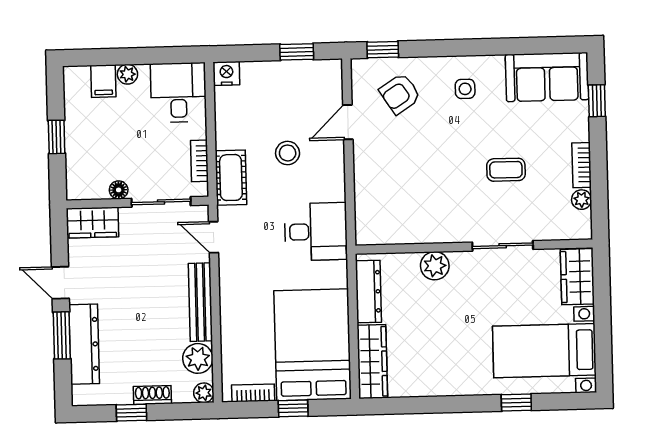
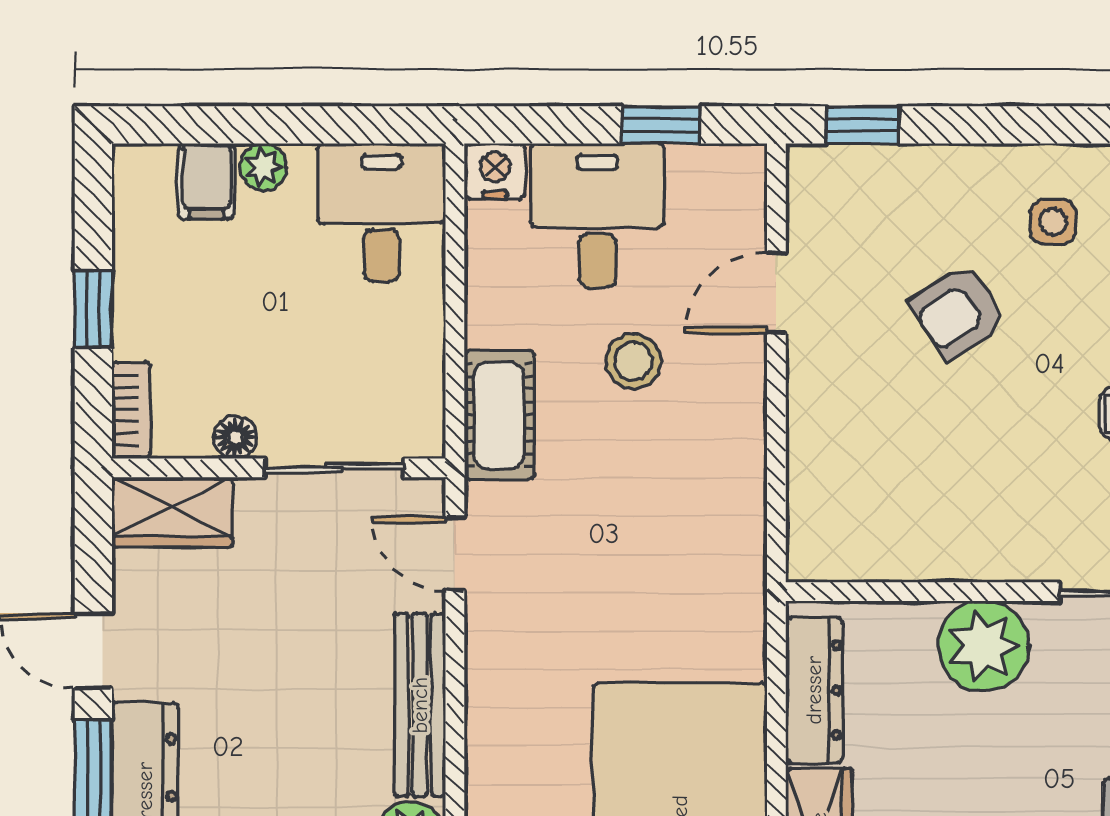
armchair: (400, 94) -> (958, 312), moved
bookcase: (199, 161) -> (131, 410), moved, turned 180
desk: (316, 232) -> (597, 216), moved, turned -90
plant: (435, 266) -> (983, 646), width x1.36, depth x1.36

